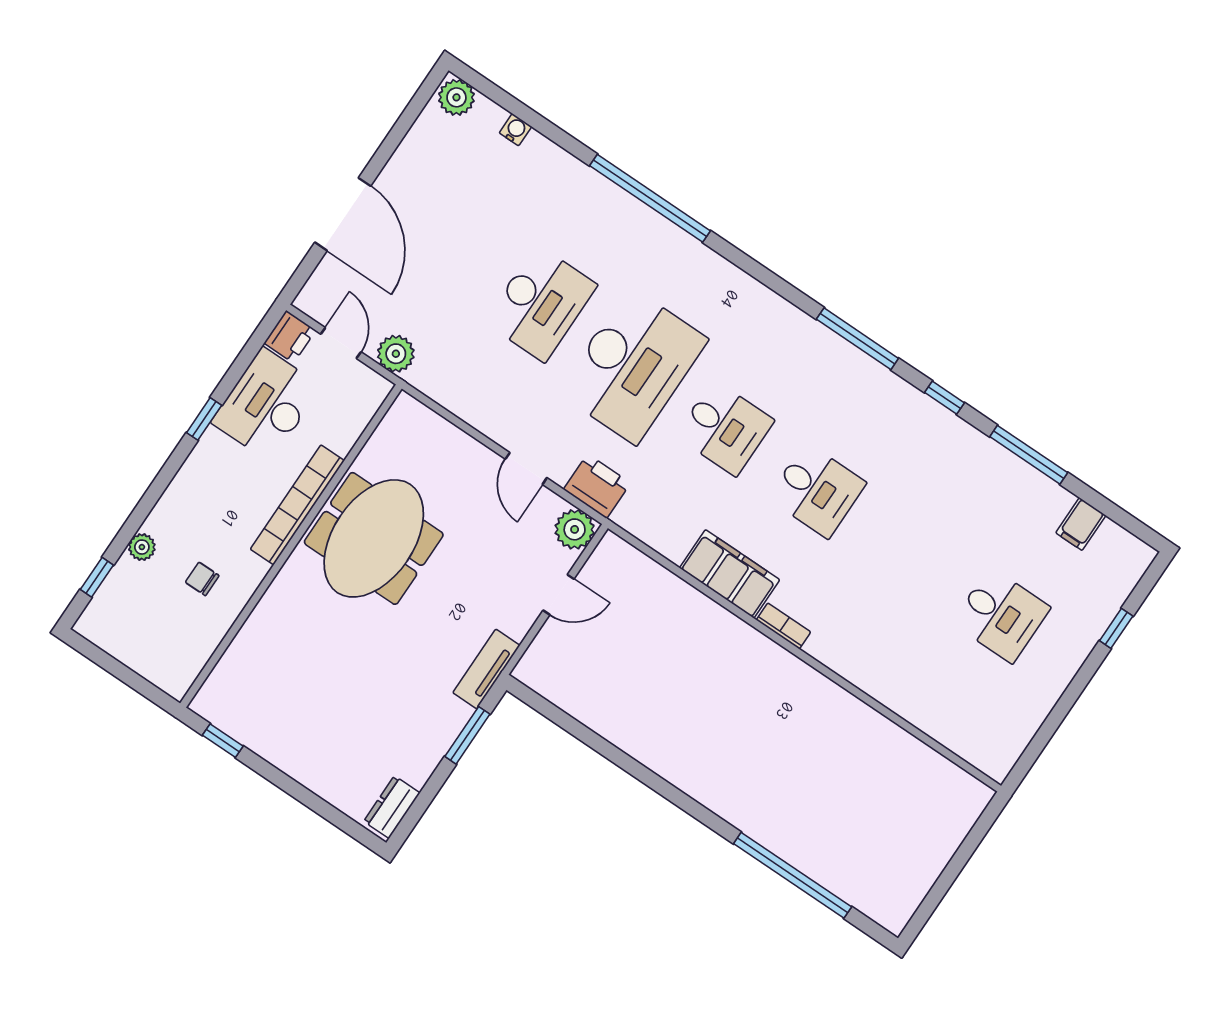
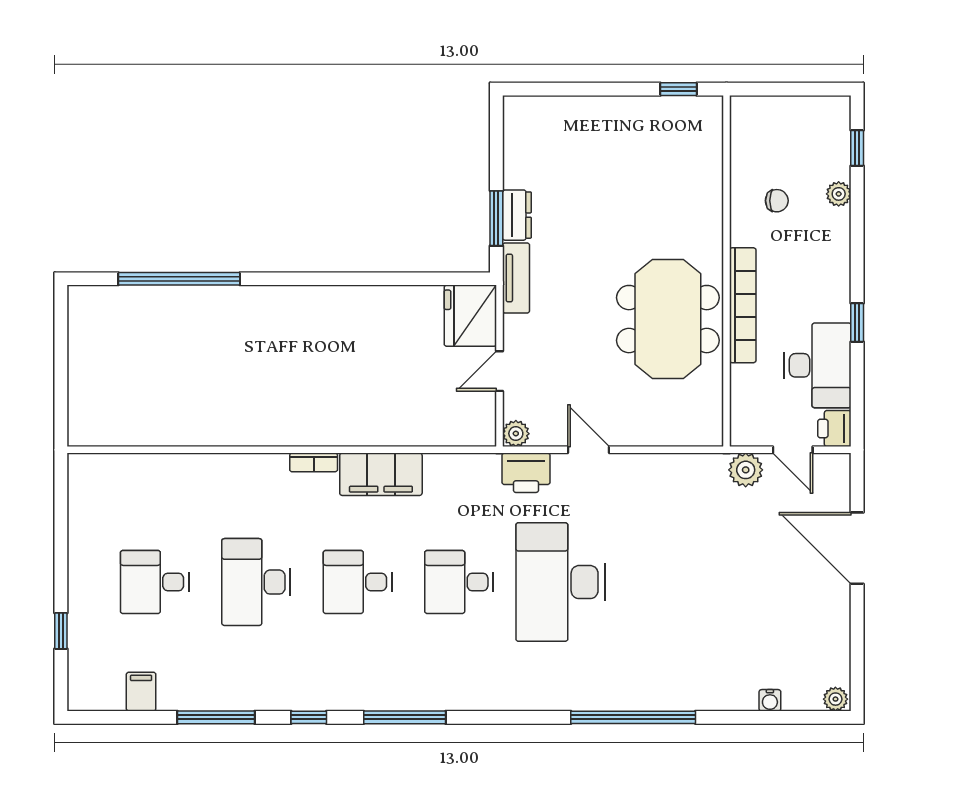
plant: (456, 97) -> (835, 699), width x0.73, depth x0.73
desk: (541, 303) -> (256, 582), moved
plant: (575, 529) -> (516, 434), width x0.73, depth x0.73
fridge: (551, 663) -> (470, 316), added
dresser: (392, 807) -> (517, 215), moved

